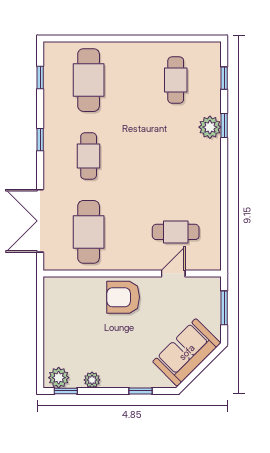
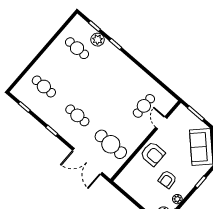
cafe table: (89, 80) -> (44, 87), width x0.73, depth x0.74
plant: (210, 127) -> (98, 40), moved
armchair: (123, 297) -> (153, 154), turned -90
armchair: (107, 345) -> (167, 179), added

